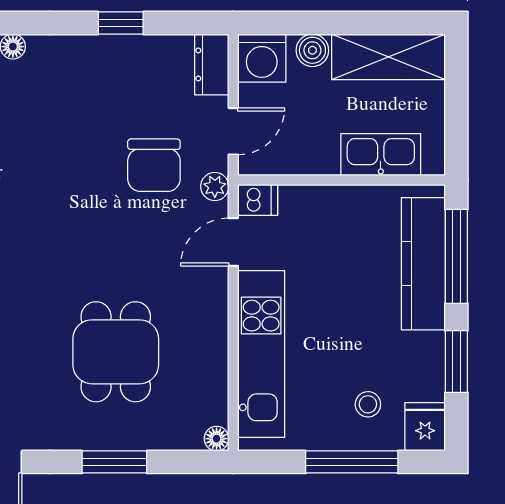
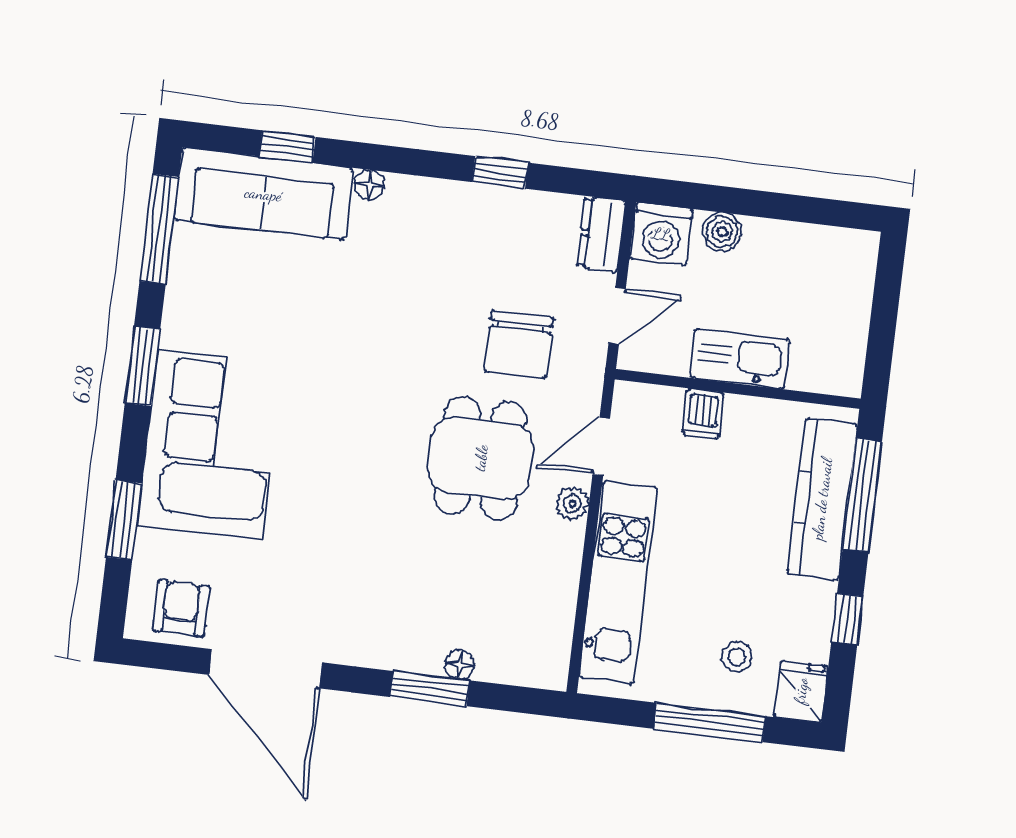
shelving: (388, 57) -> (811, 250), removed
kitchen sink: (381, 155) -> (740, 359), moved
plant: (215, 186) -> (572, 504), moved
dishwasher: (258, 200) -> (703, 414), moved, turned 90
dining table: (116, 352) -> (481, 458), moved
window: (456, 362) -> (847, 619), width x0.67
floor lamp: (217, 439) -> (460, 664), moved

